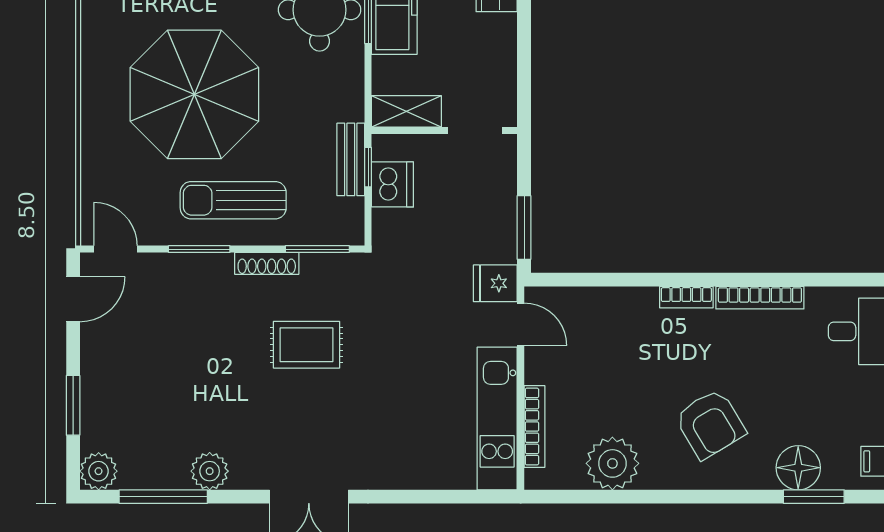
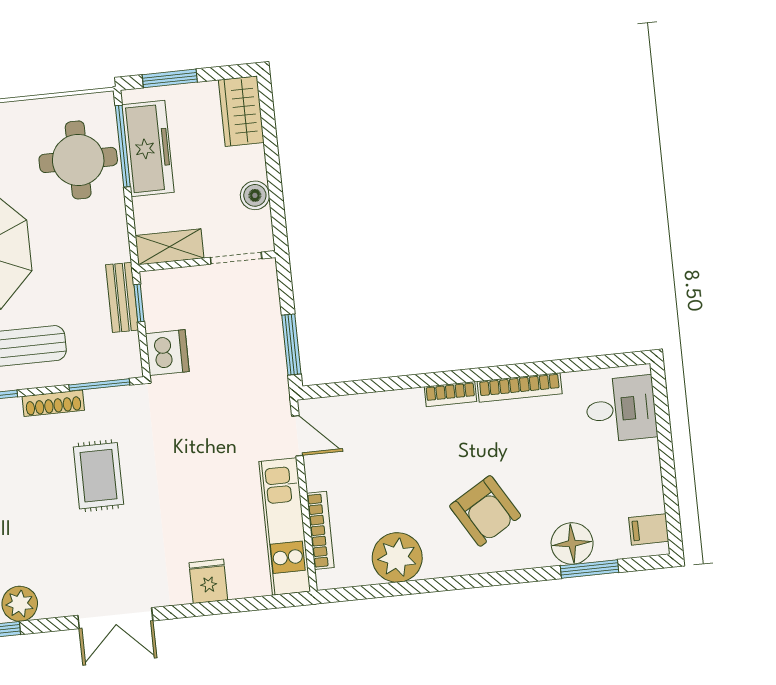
boiler: (502, 66) -> (255, 195), added
dishwasher: (392, 184) -> (167, 353), moved
fridge: (495, 283) -> (208, 581), moved, turned 90
rug: (306, 345) -> (98, 476), turned 90

